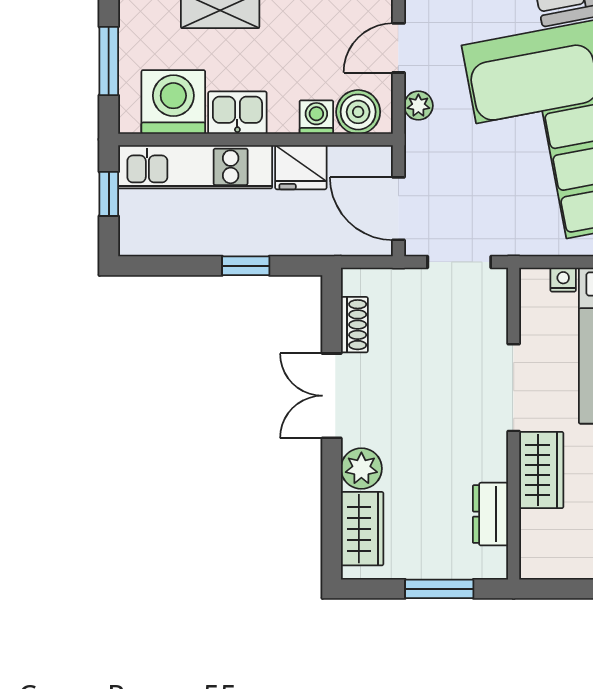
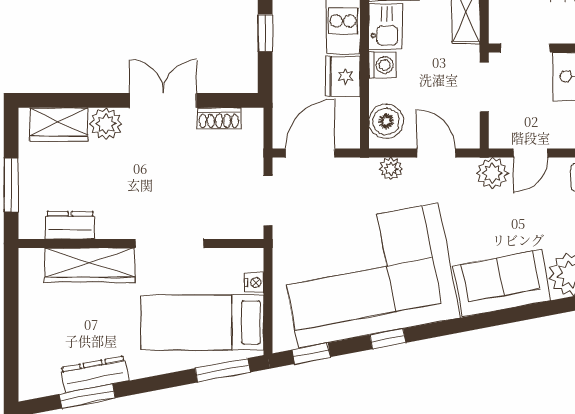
washing machine: (316, 117) -> (382, 65), moved
wardrobe: (541, 470) -> (90, 265), width x1.50

